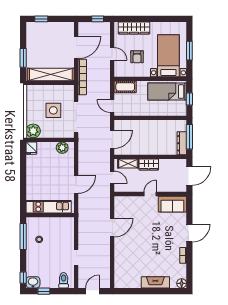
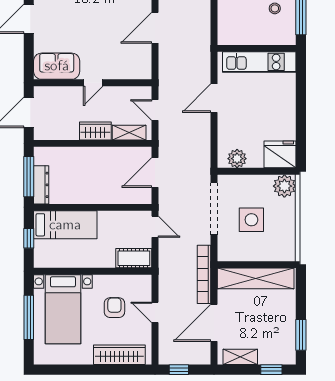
shelving: (60, 27) -> (240, 357), added
window: (189, 51) -> (29, 317), width x1.44
window: (23, 58) -> (301, 335), moved
bed: (167, 92) -> (65, 225), moved
dresser: (182, 143) -> (41, 185), moved
fridge: (31, 148) -> (280, 154), width x1.88, depth x1.34

